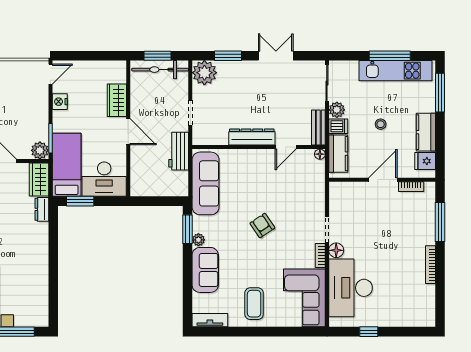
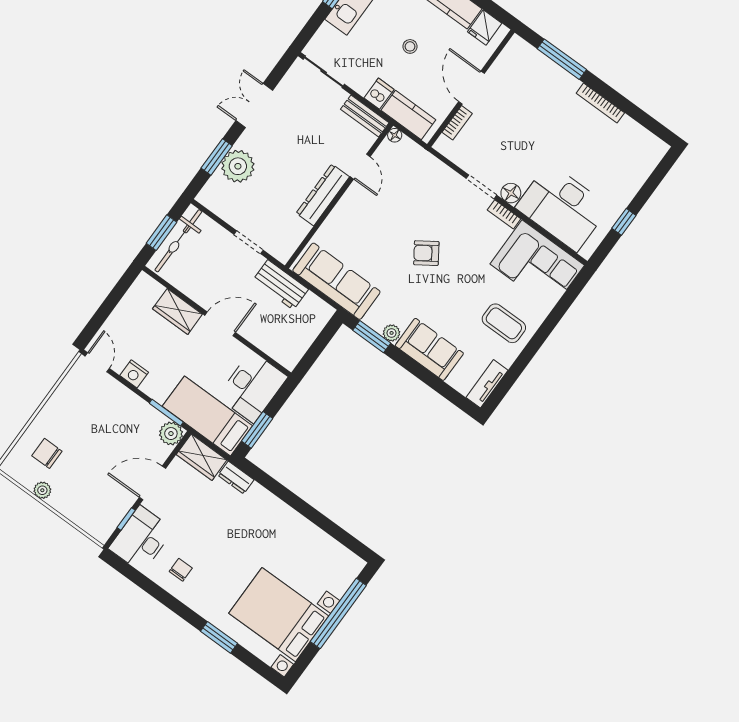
plant: (204, 73) -> (238, 166), moved
plant: (337, 110) -> (360, 82), removed
bookcase: (411, 187) -> (457, 123), moved

